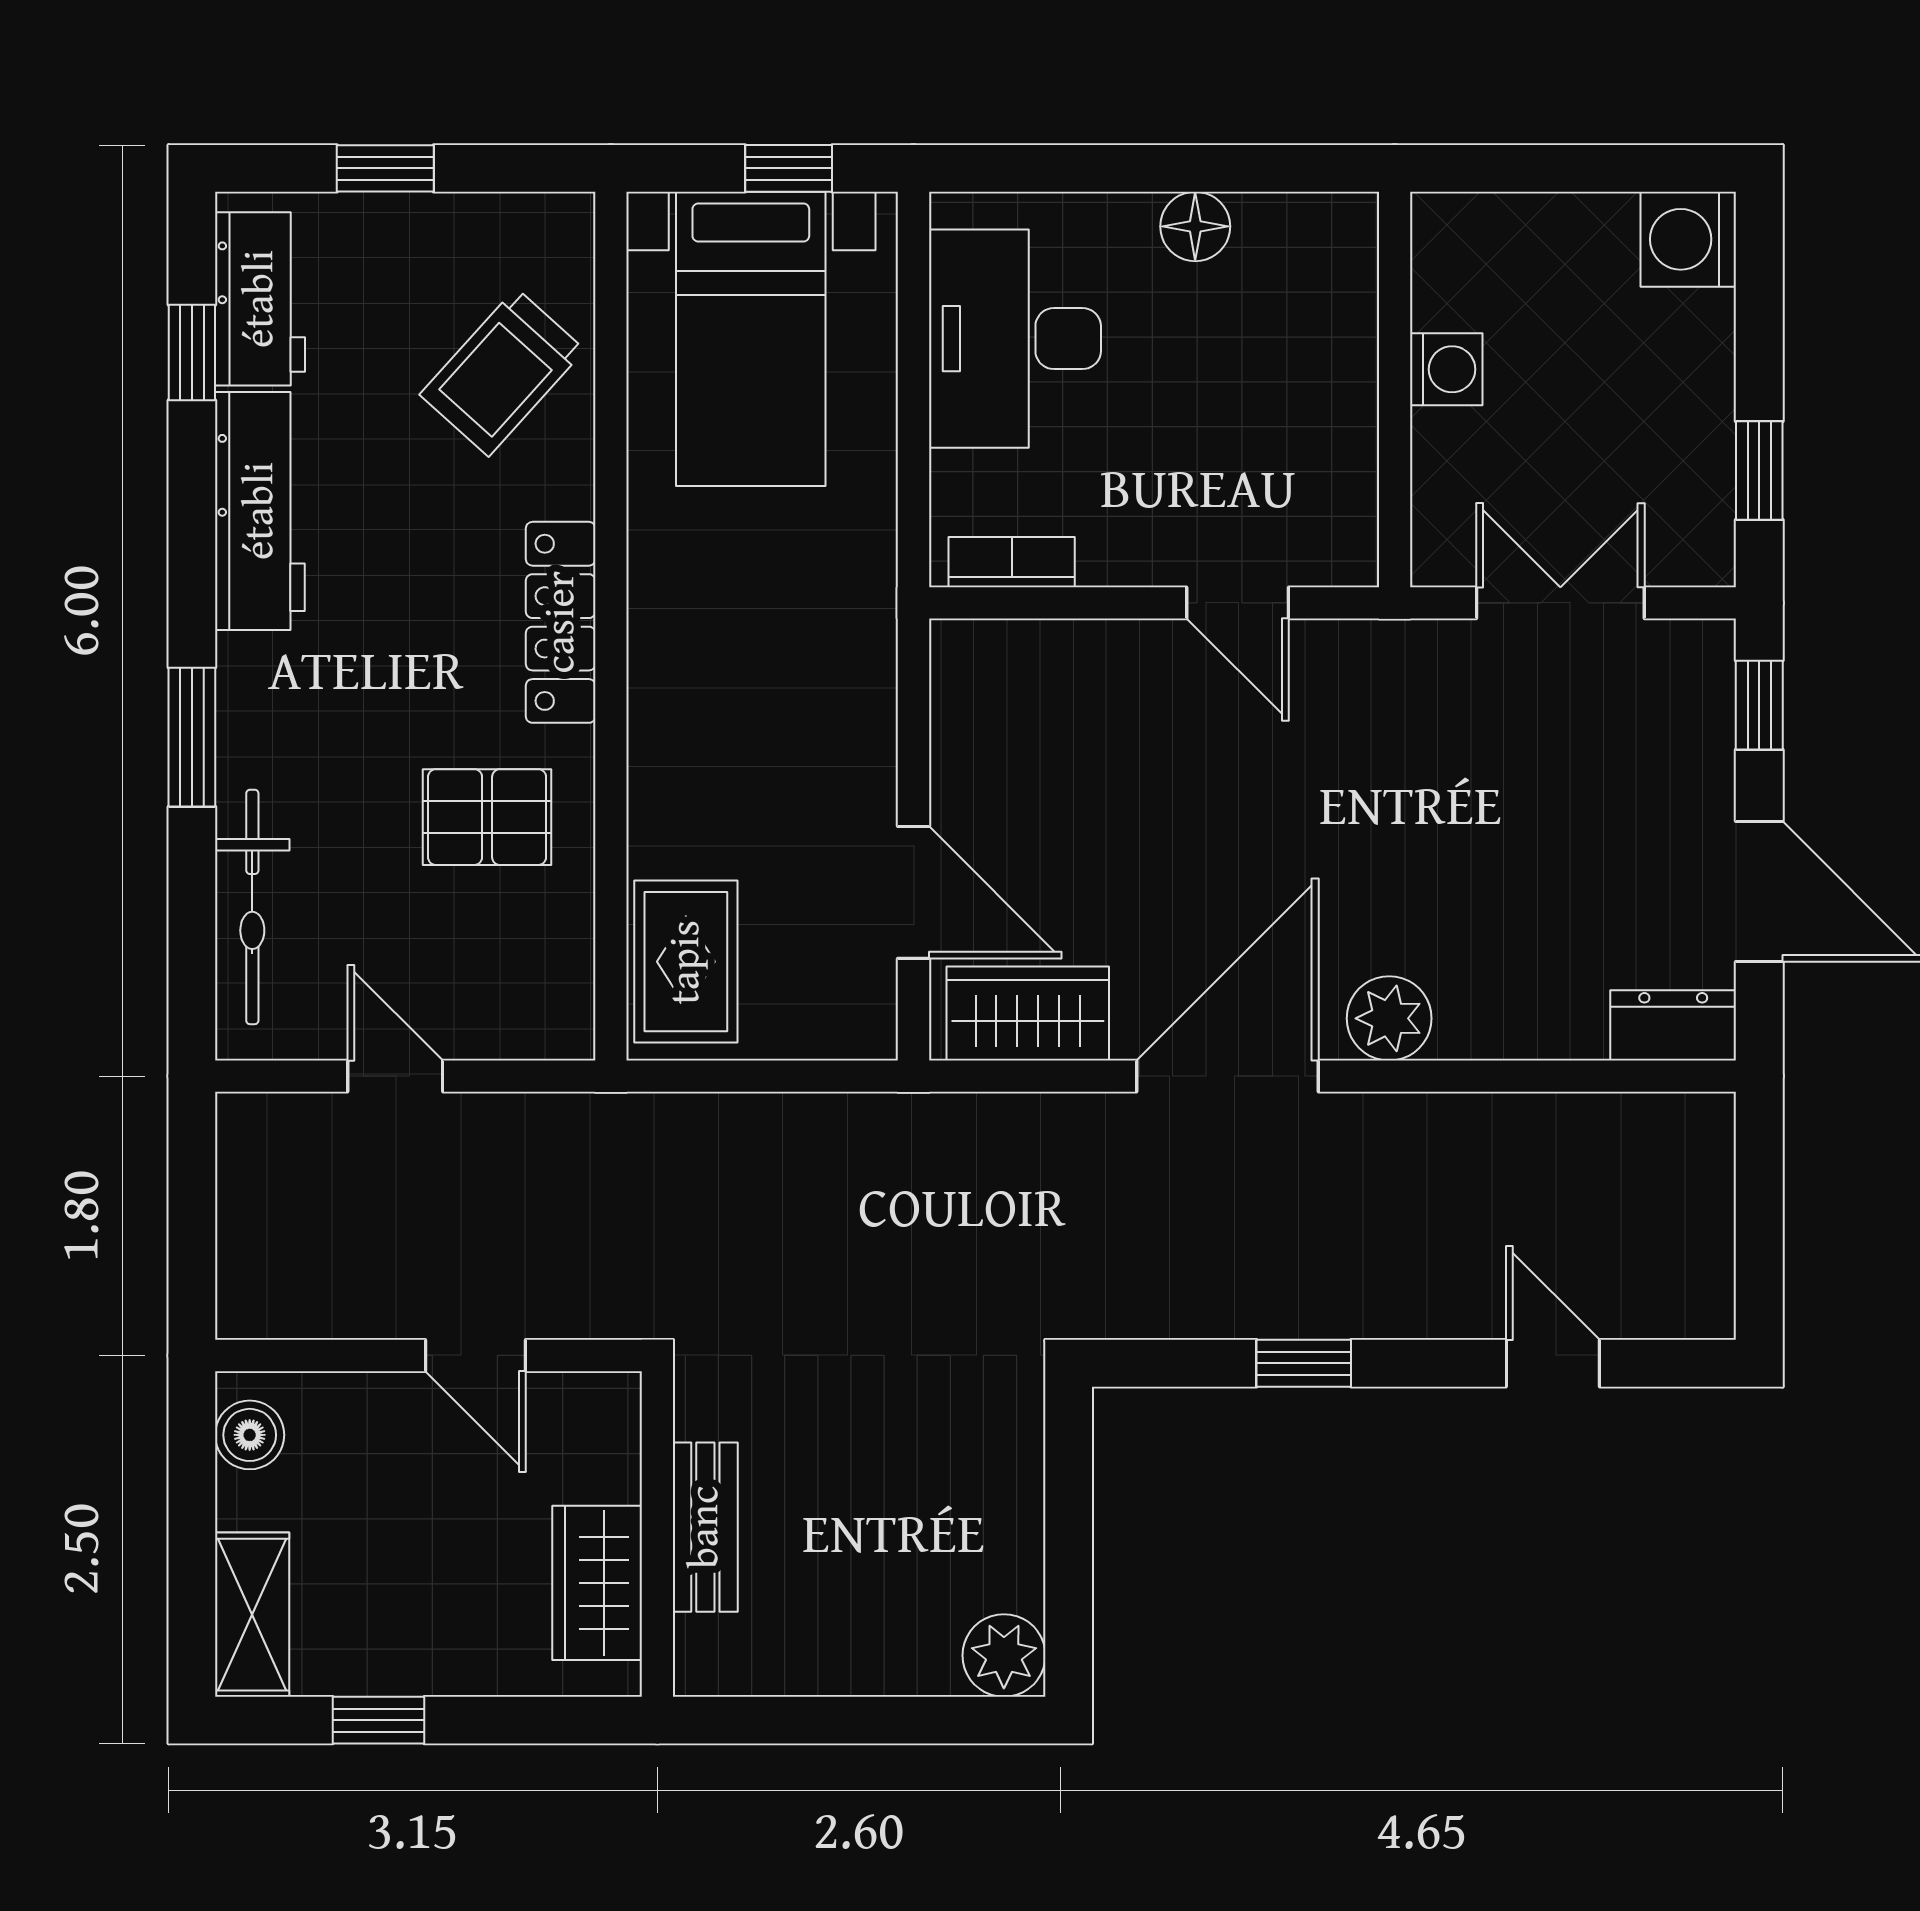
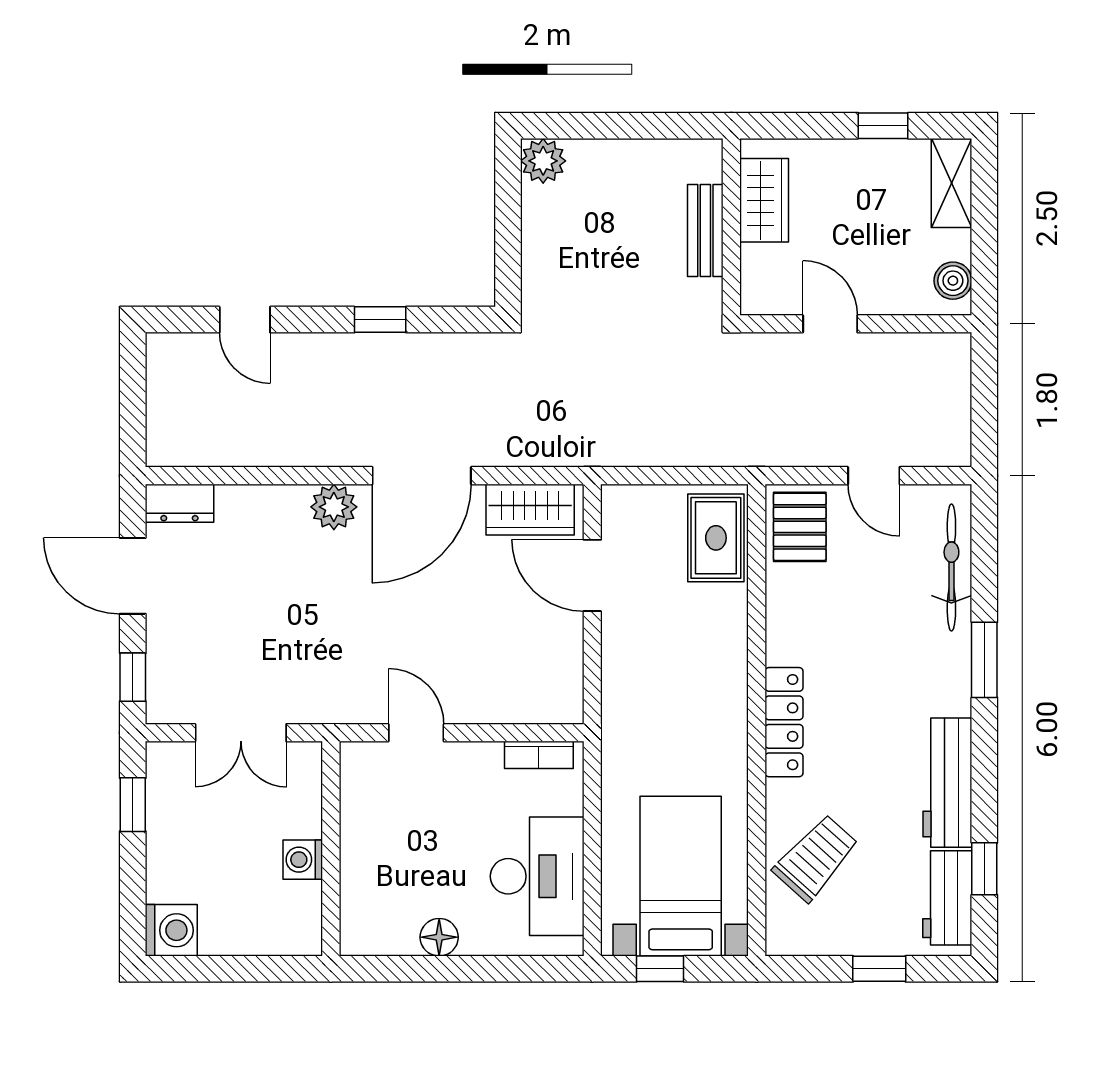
pallet: (487, 817) -> (800, 527), moved, turned 90

